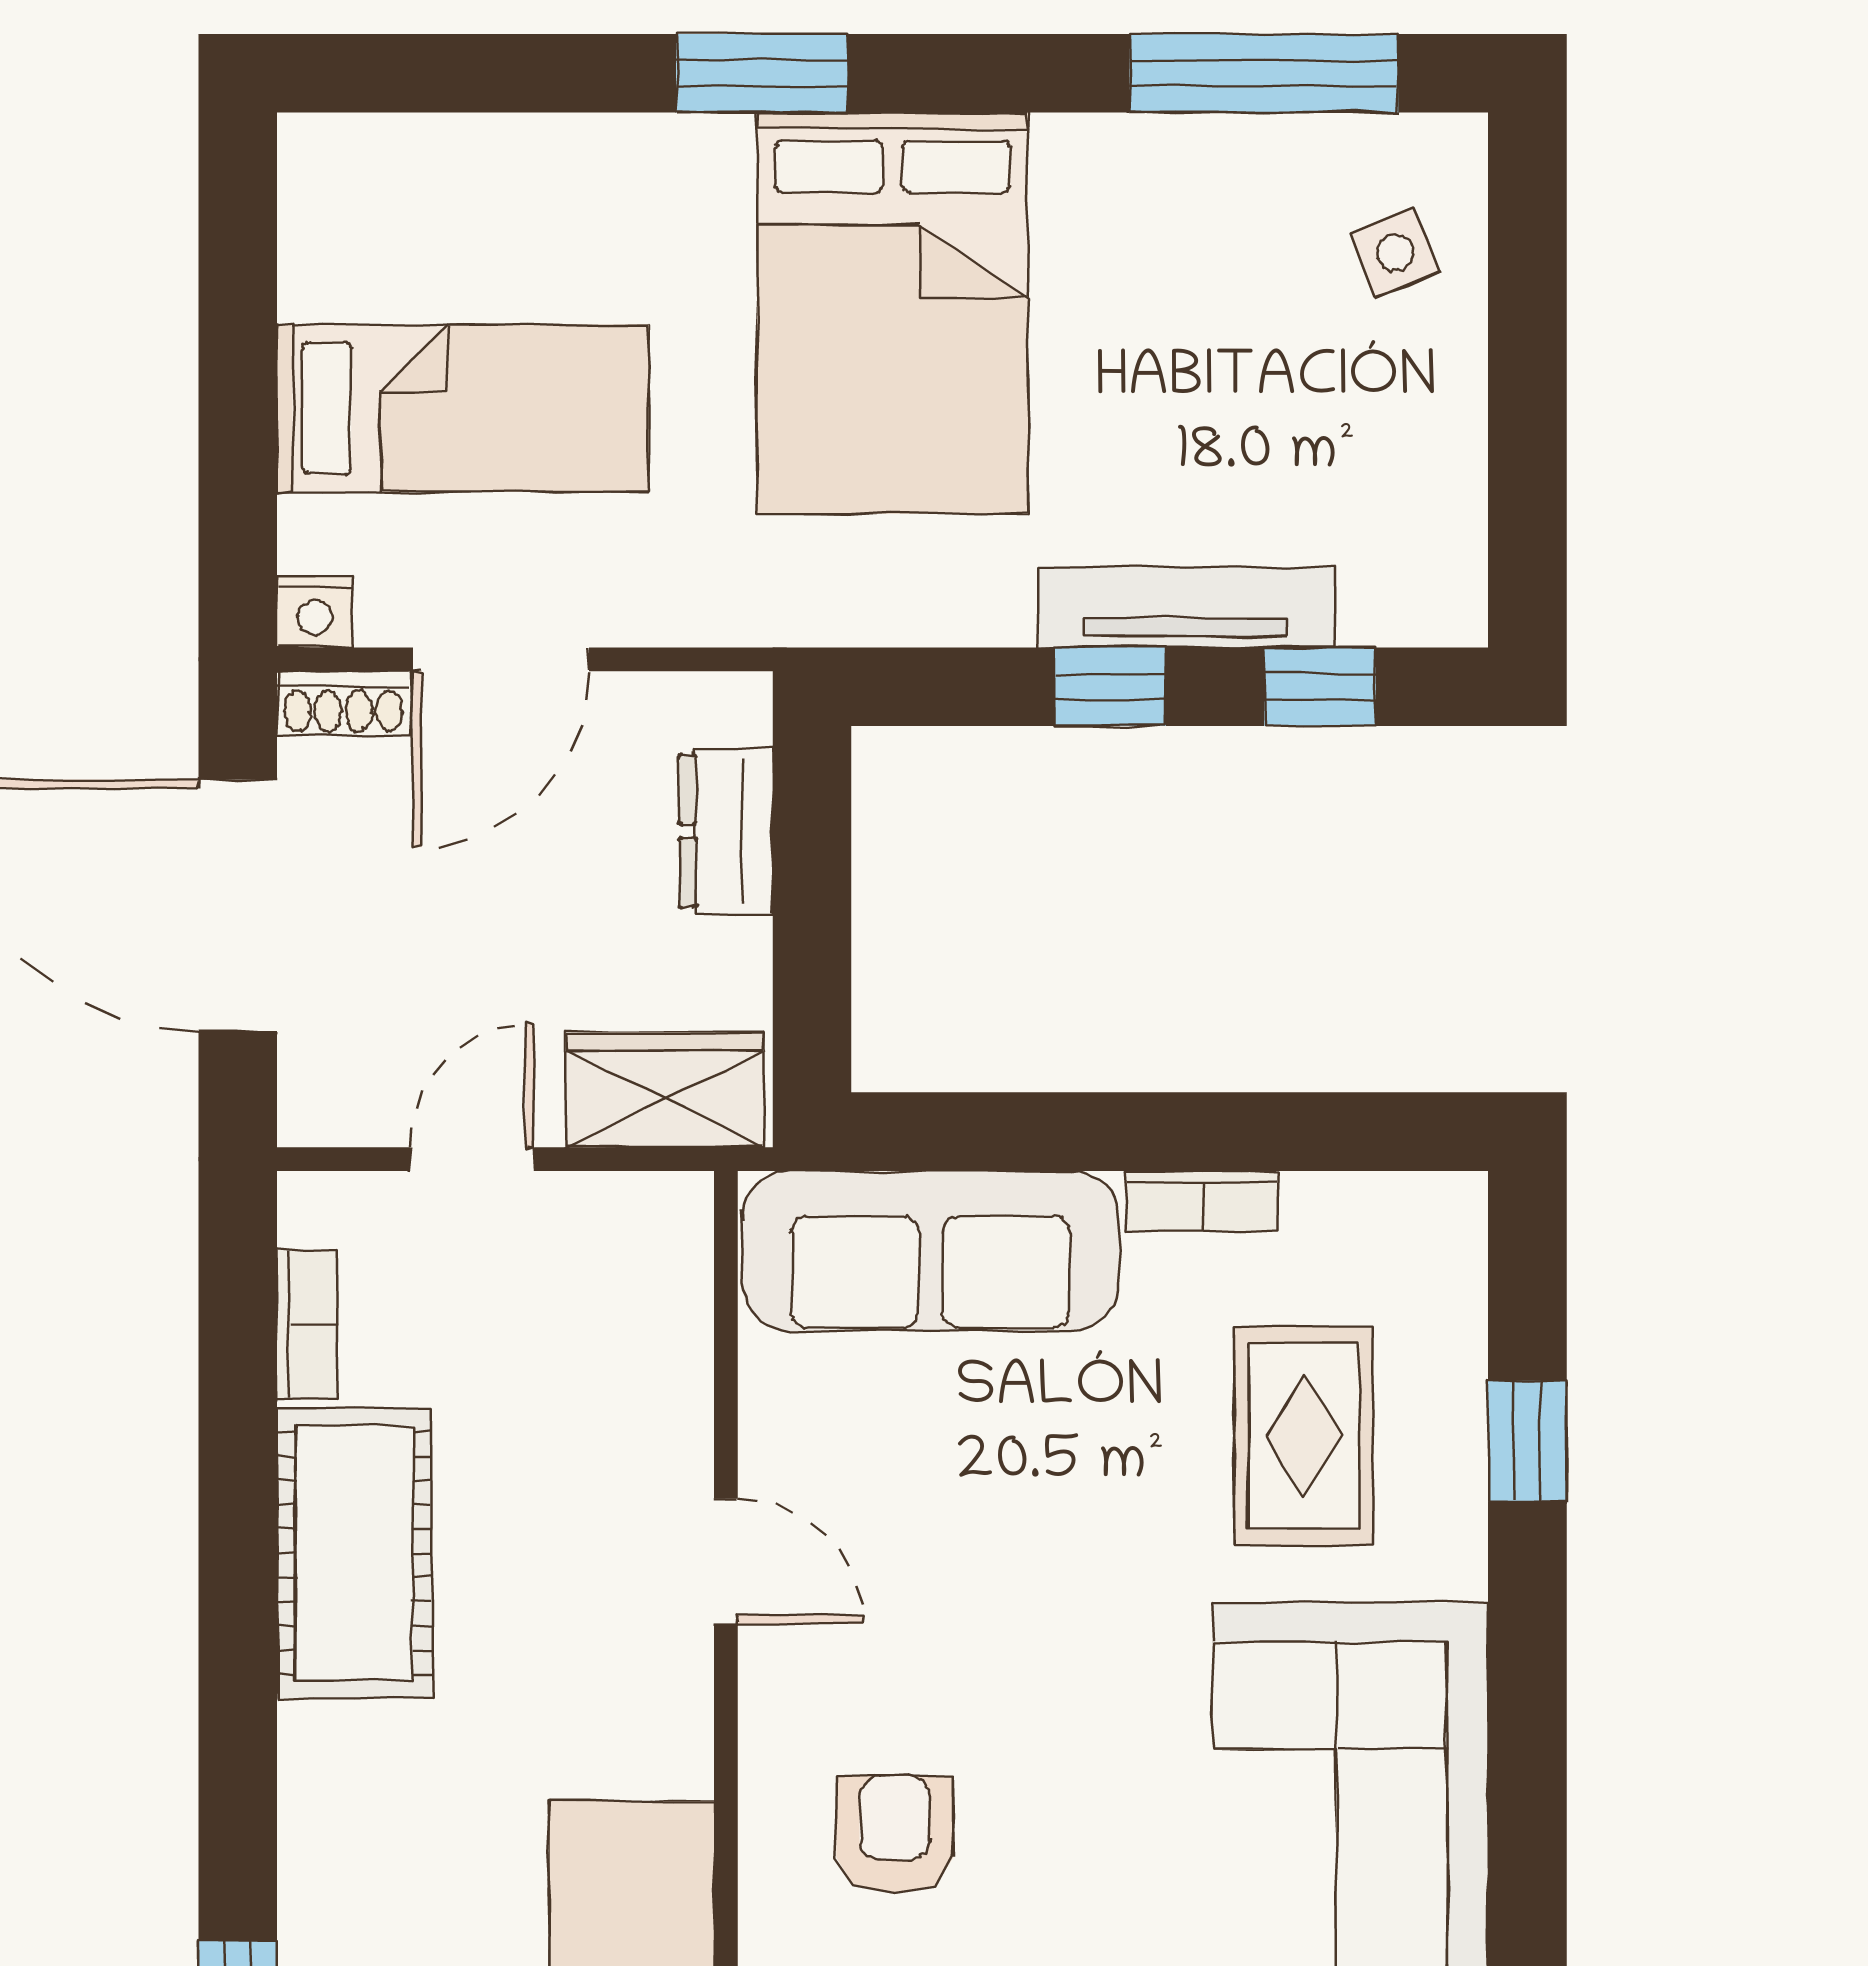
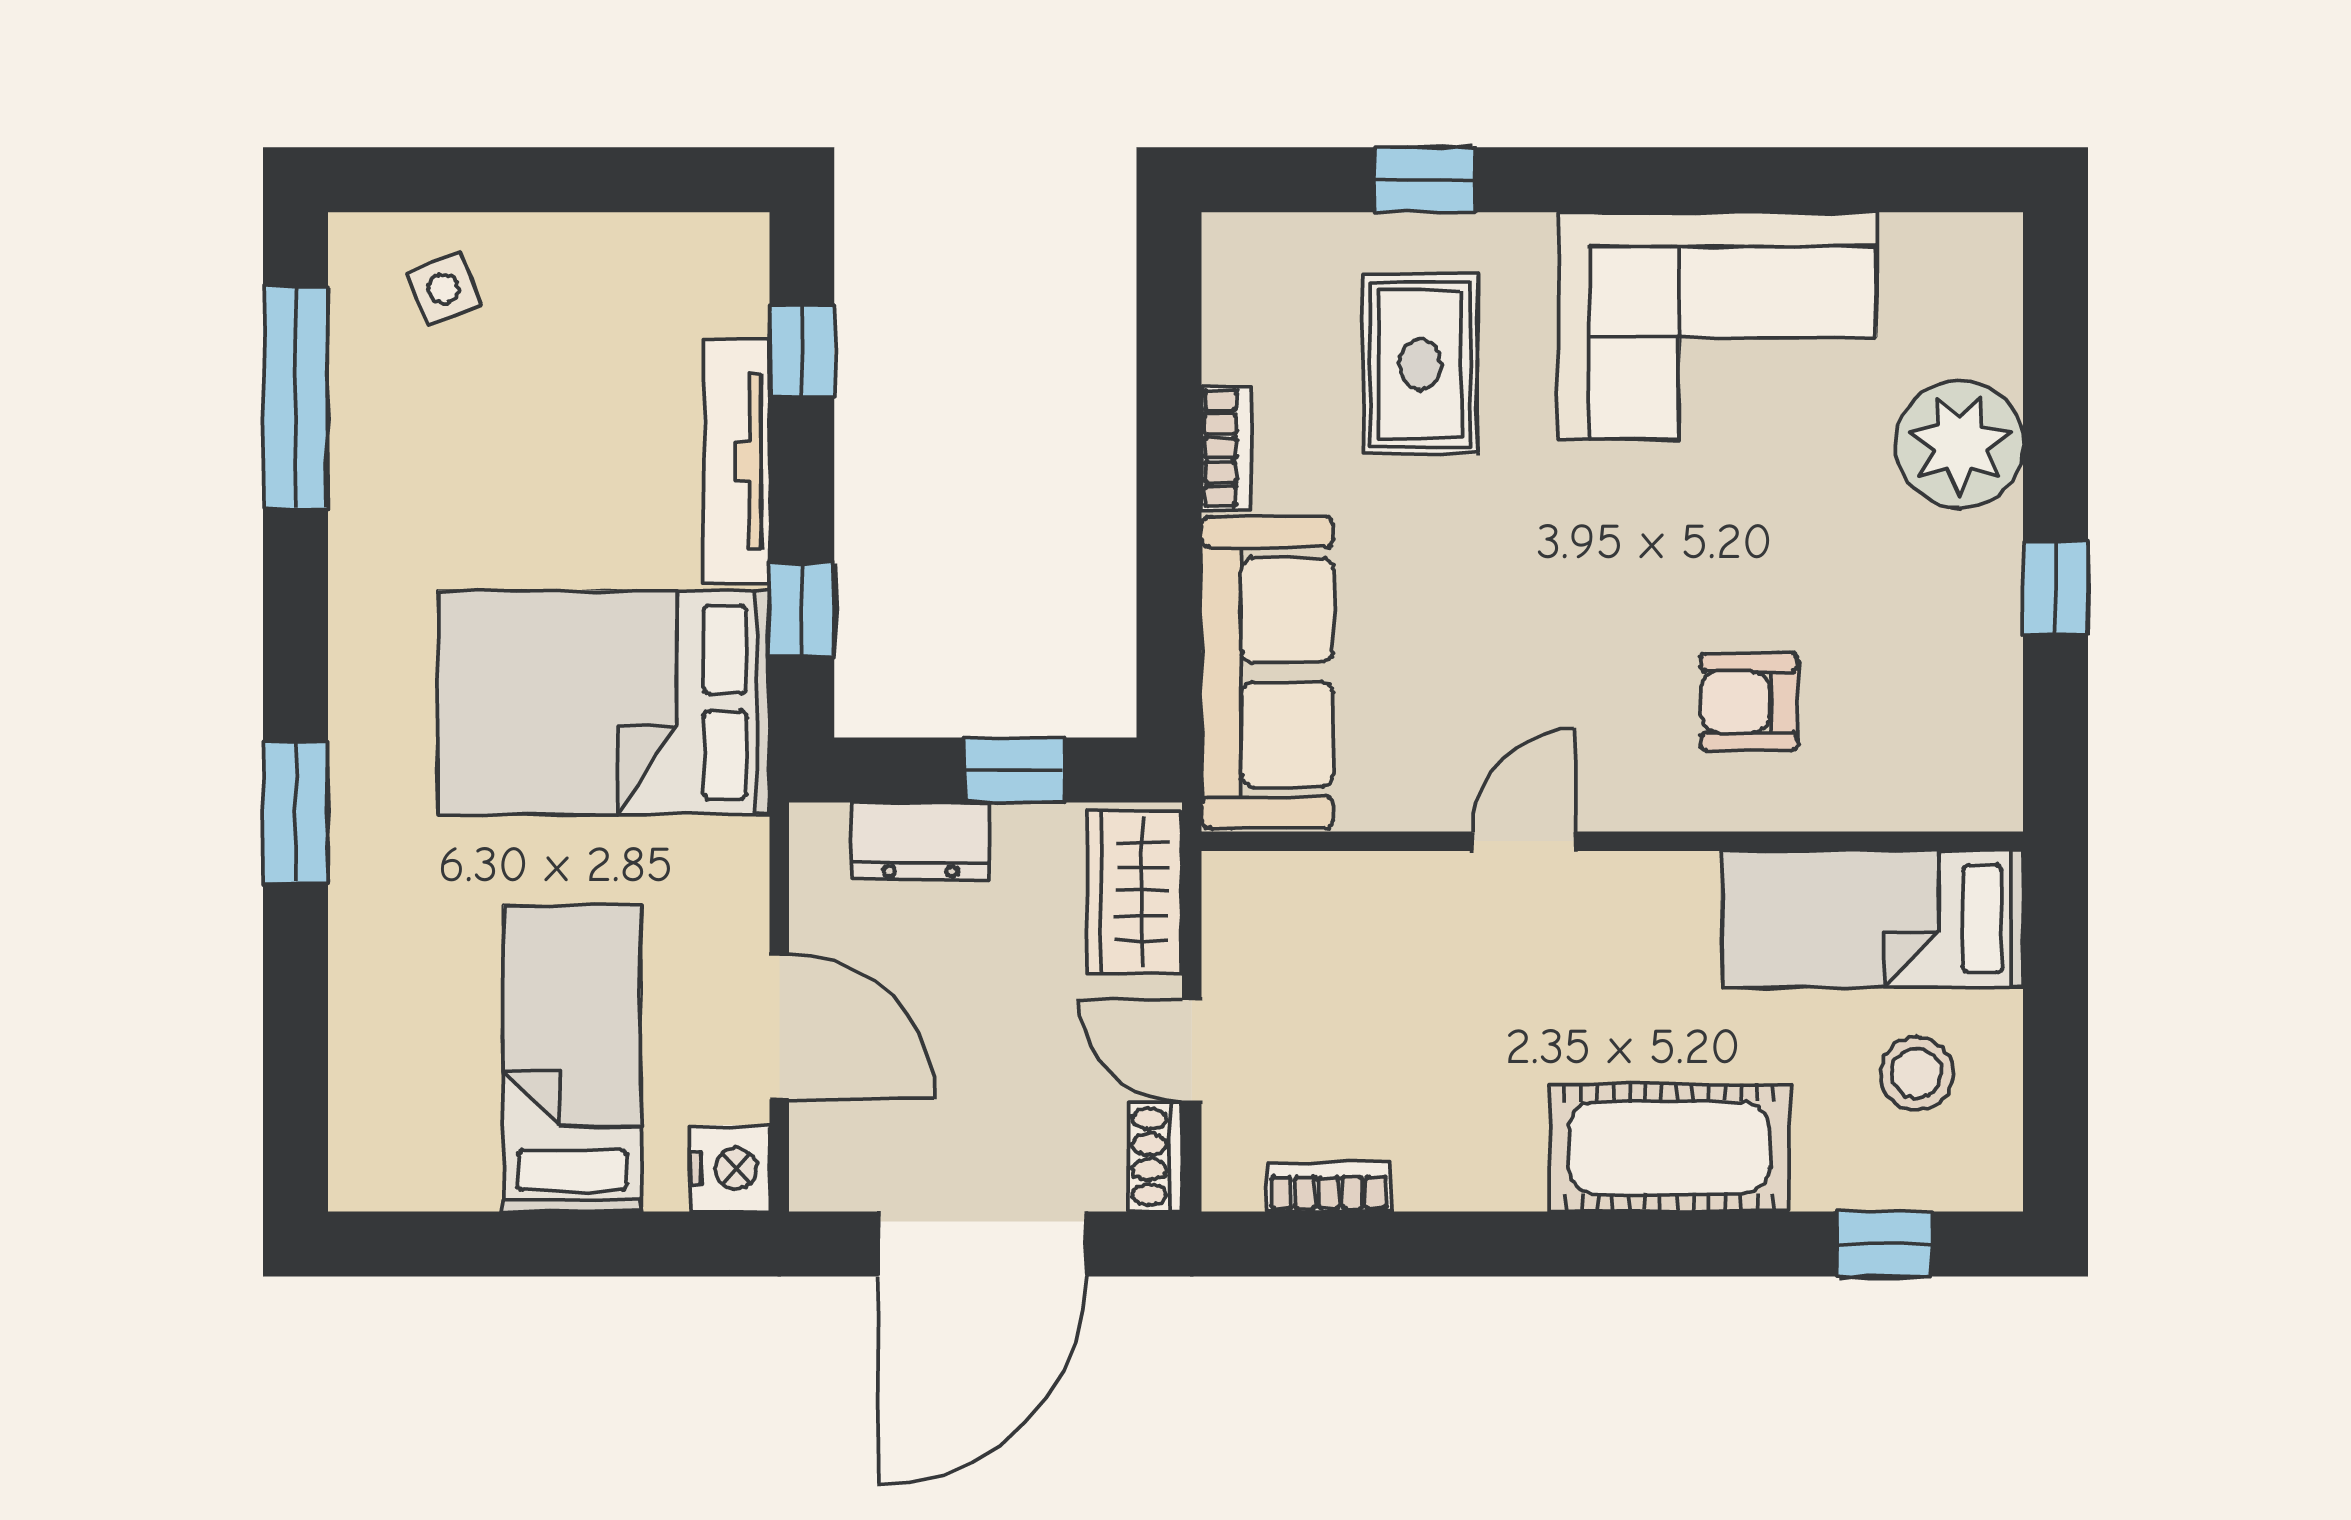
bed: (892, 313) -> (604, 702), moved, turned 180
nightstand: (315, 612) -> (730, 1168), width x1.39, depth x1.35
window: (1110, 687) -> (802, 609), moved
shoe rack: (343, 703) -> (1155, 1157), moved, turned 180
window: (812, 945) -> (1015, 770), added
rug: (1304, 1436) -> (1420, 364), turned 90
cot: (354, 1553) -> (1669, 1148), moved

